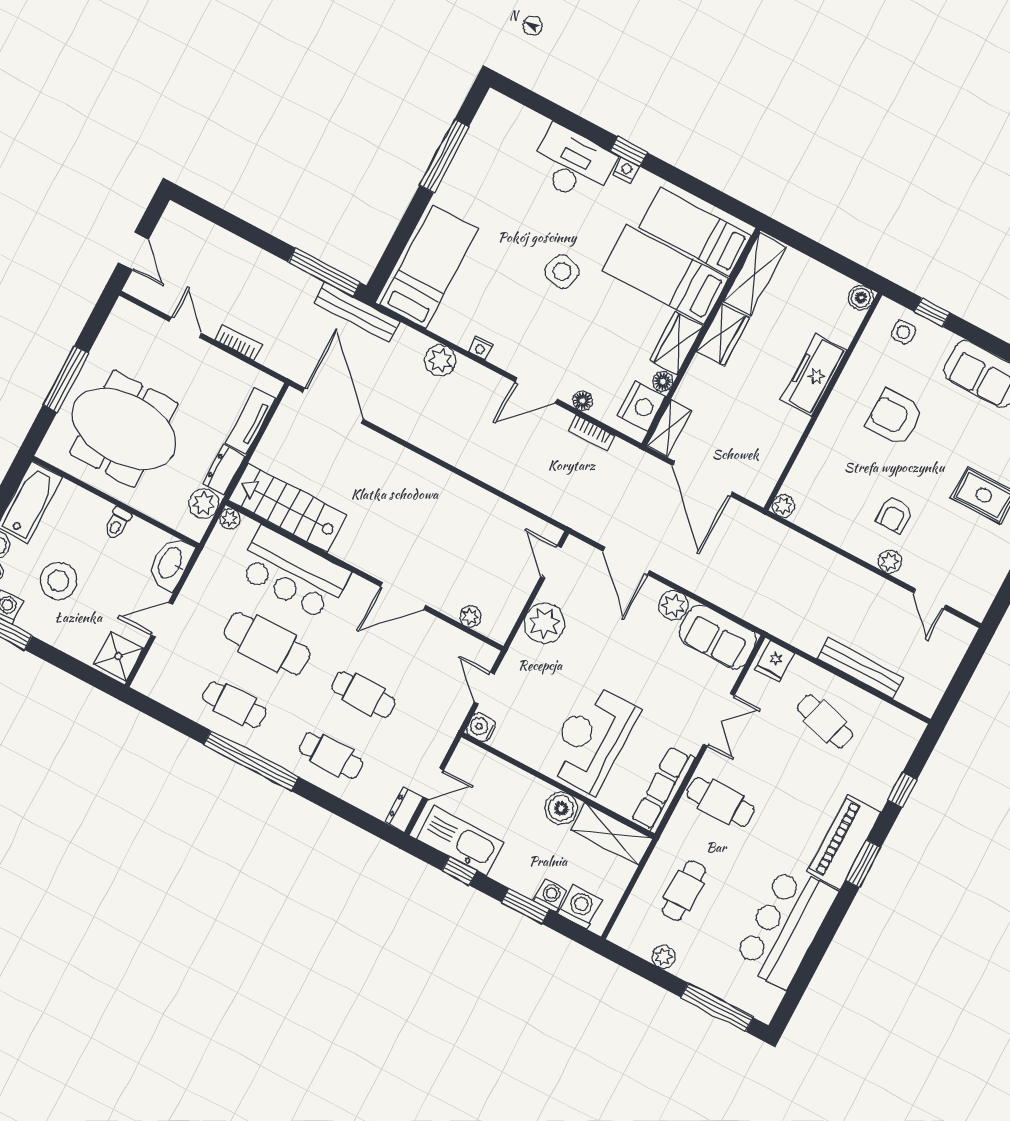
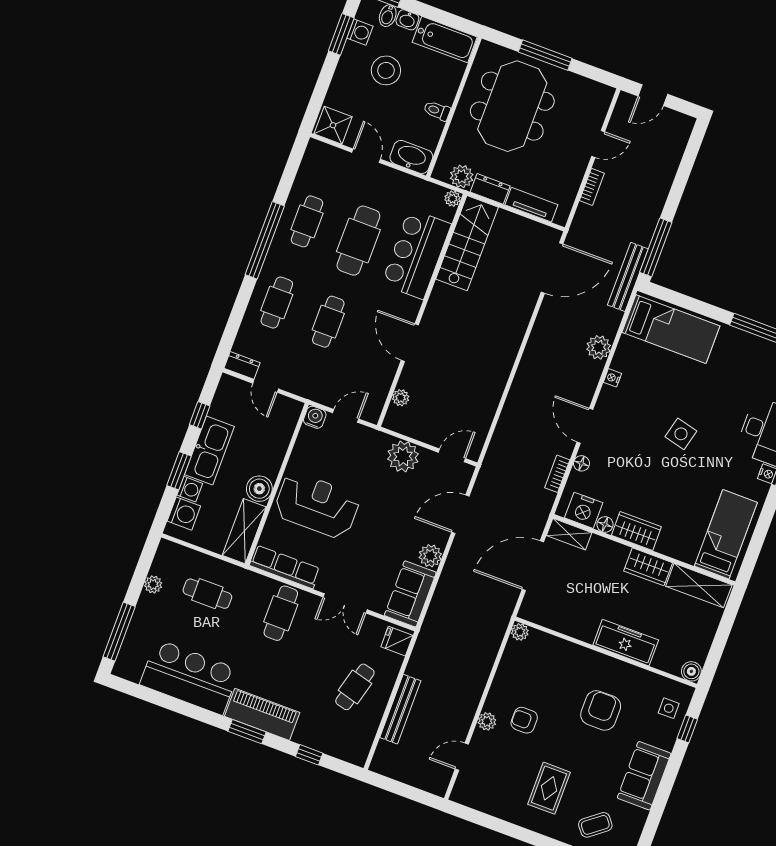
bed: (665, 274) -> (689, 515), removed
kitchen sink: (460, 841) -> (209, 450), moved

